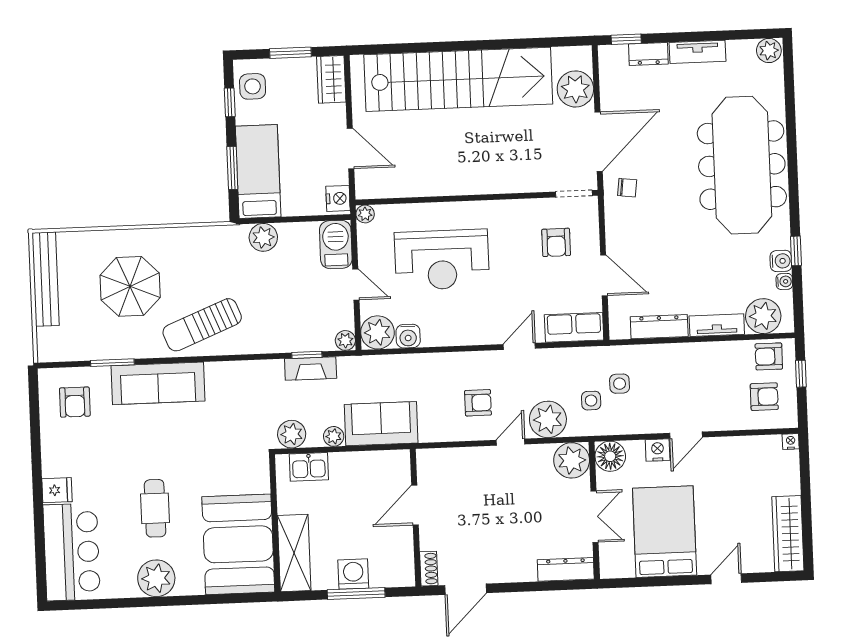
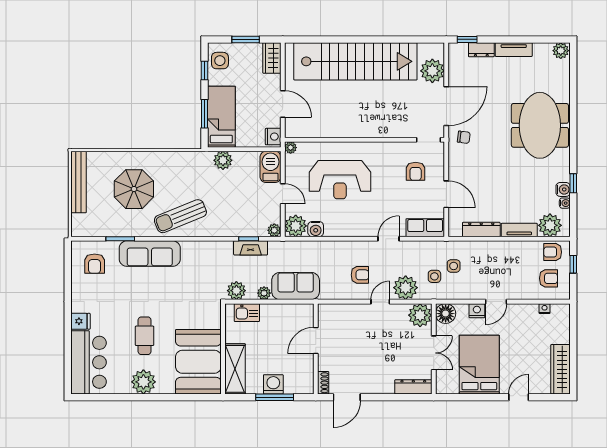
meeting table: (742, 165) -> (540, 125), width x0.73
nightstand: (791, 442) -> (545, 309), moved

